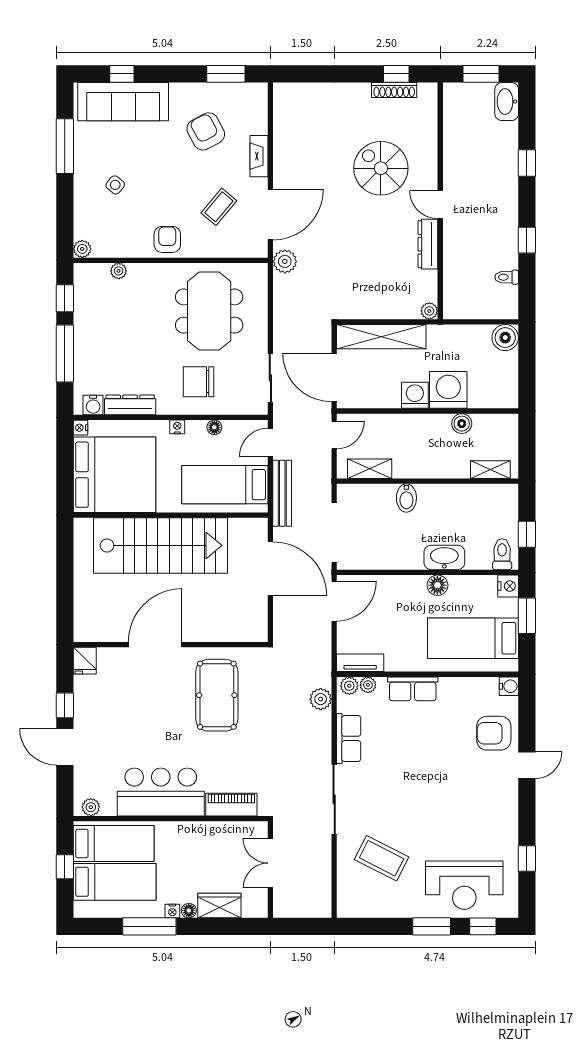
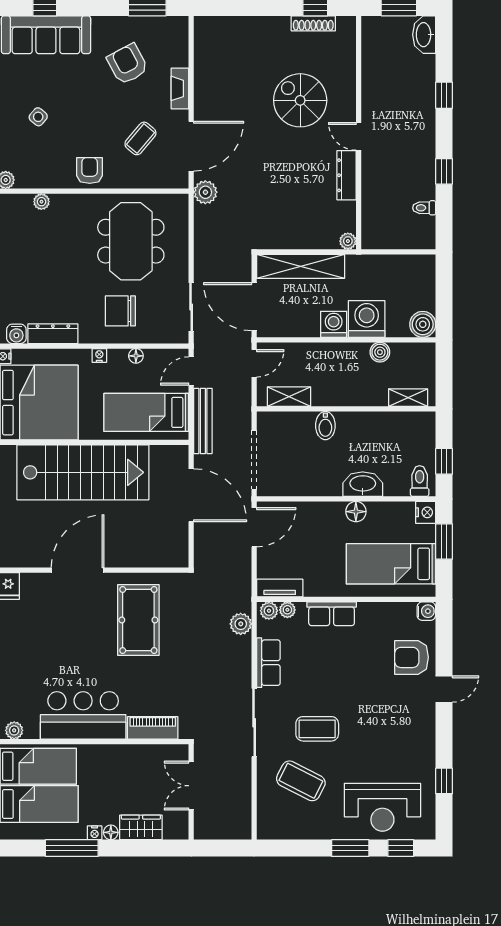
boiler: (505, 338) -> (423, 324), moved
coffee table: (398, 806) -> (317, 729), added

